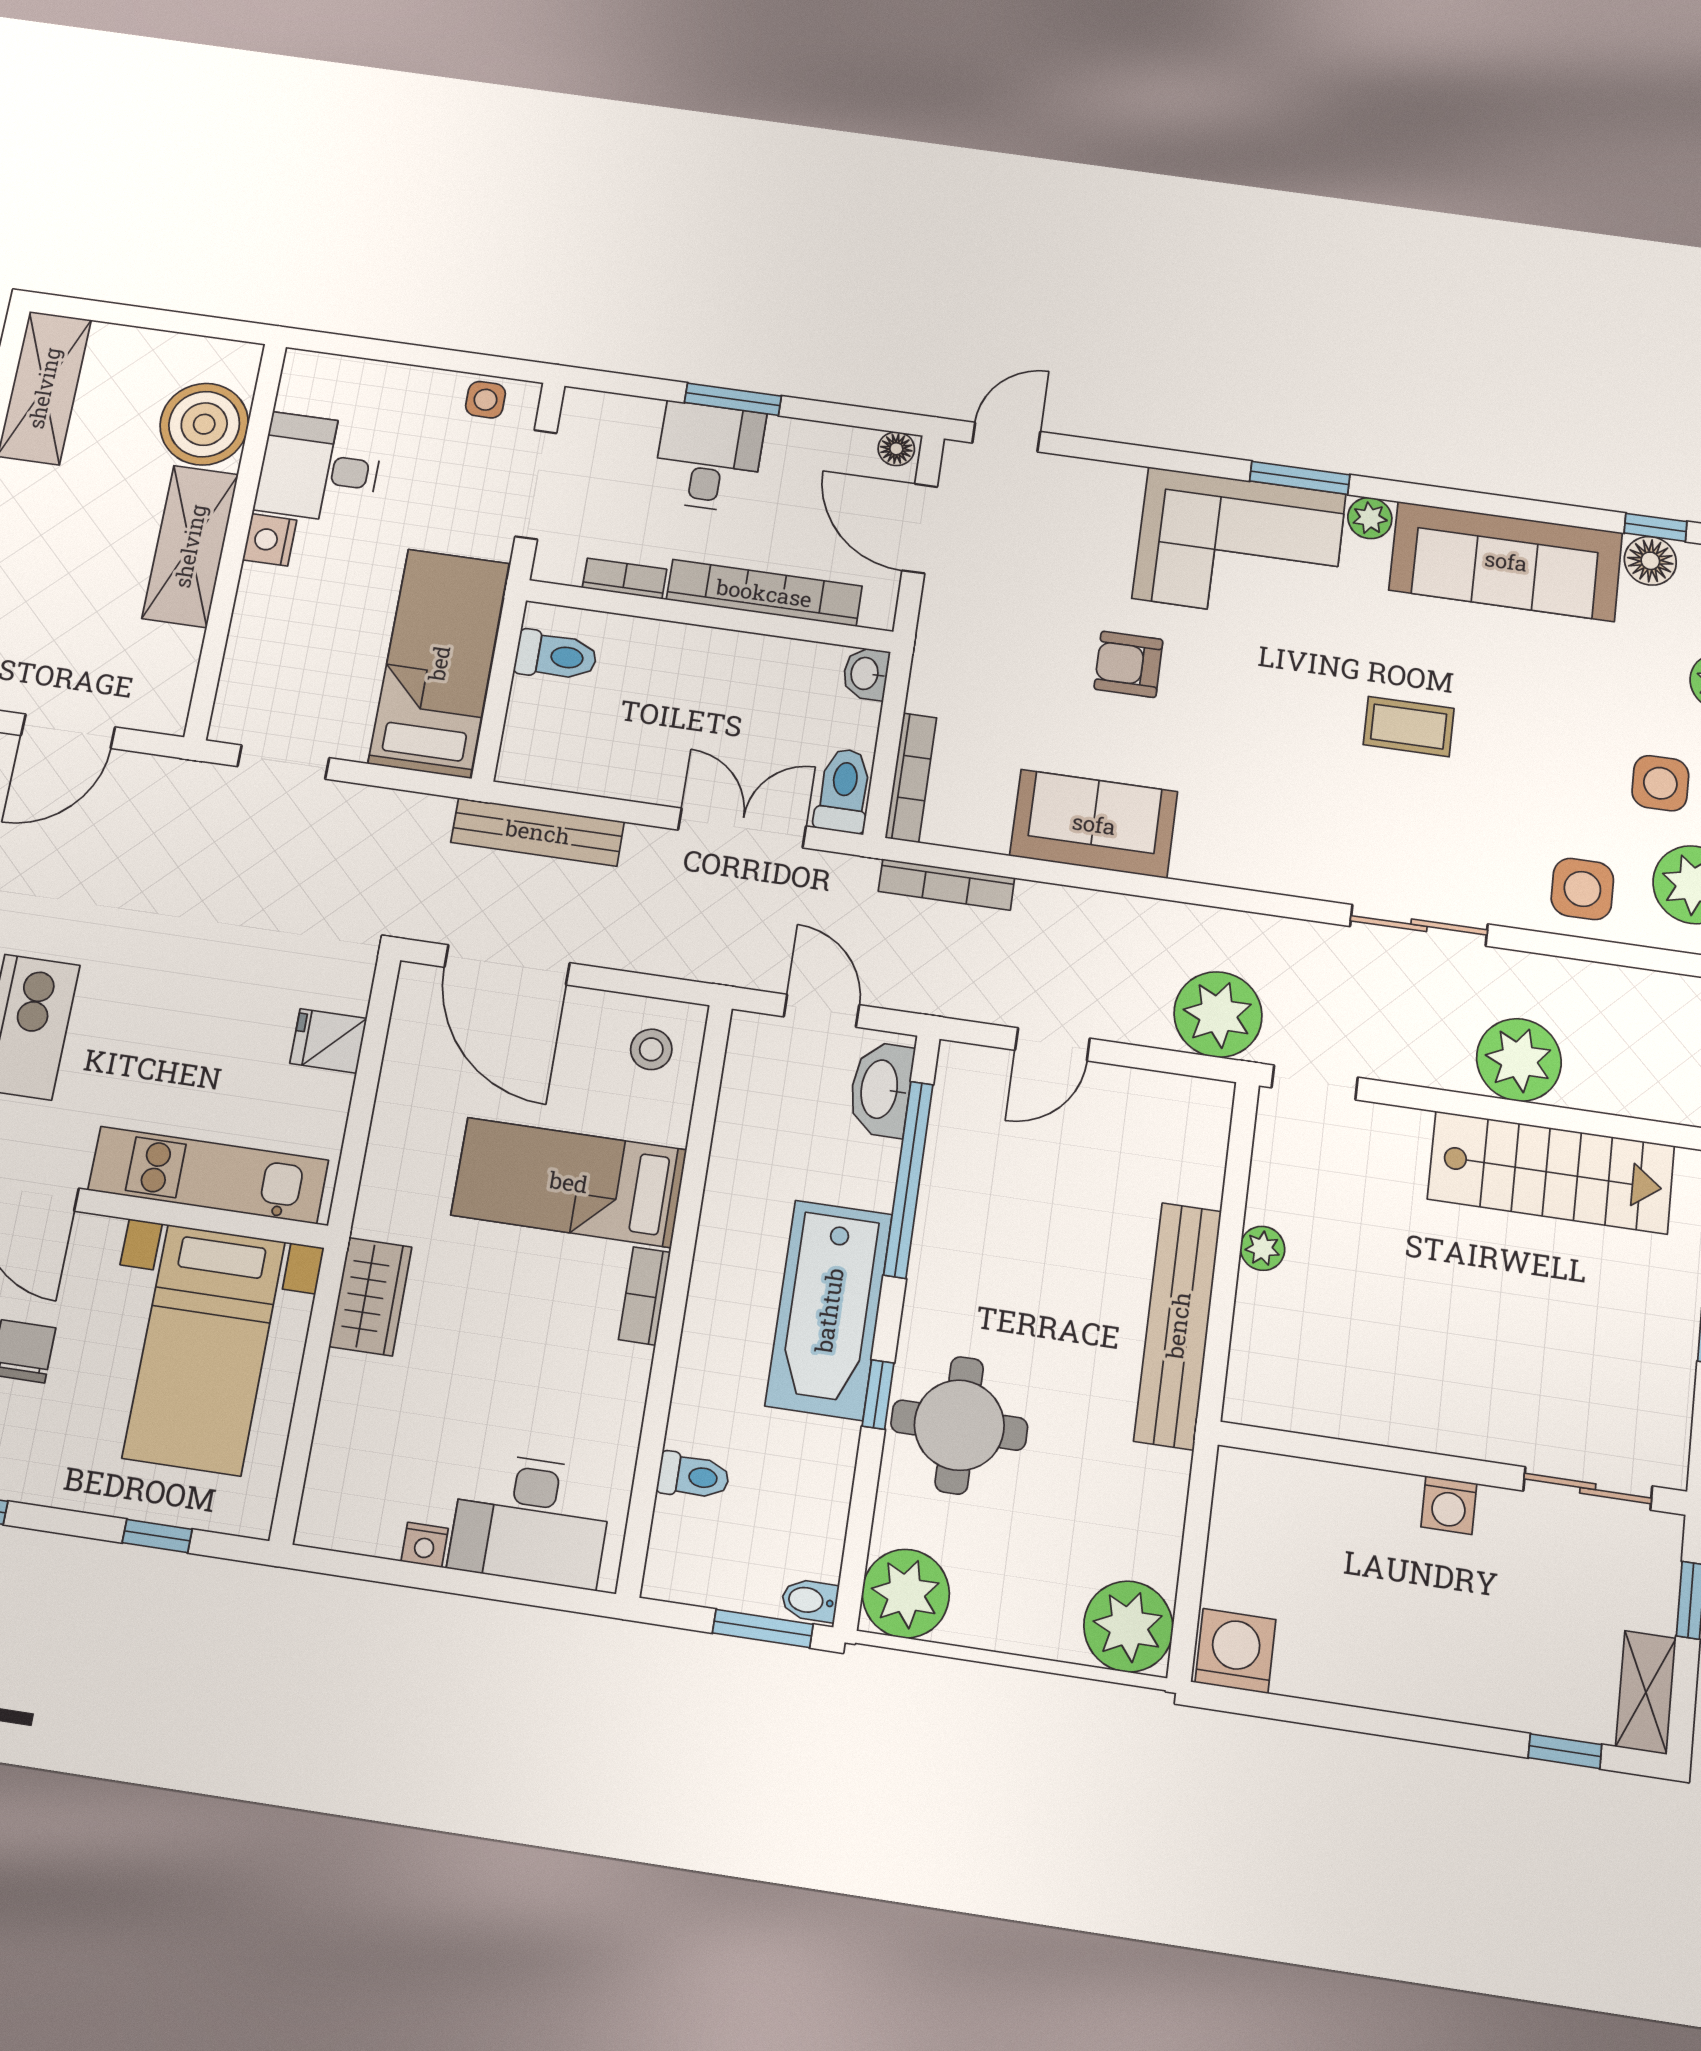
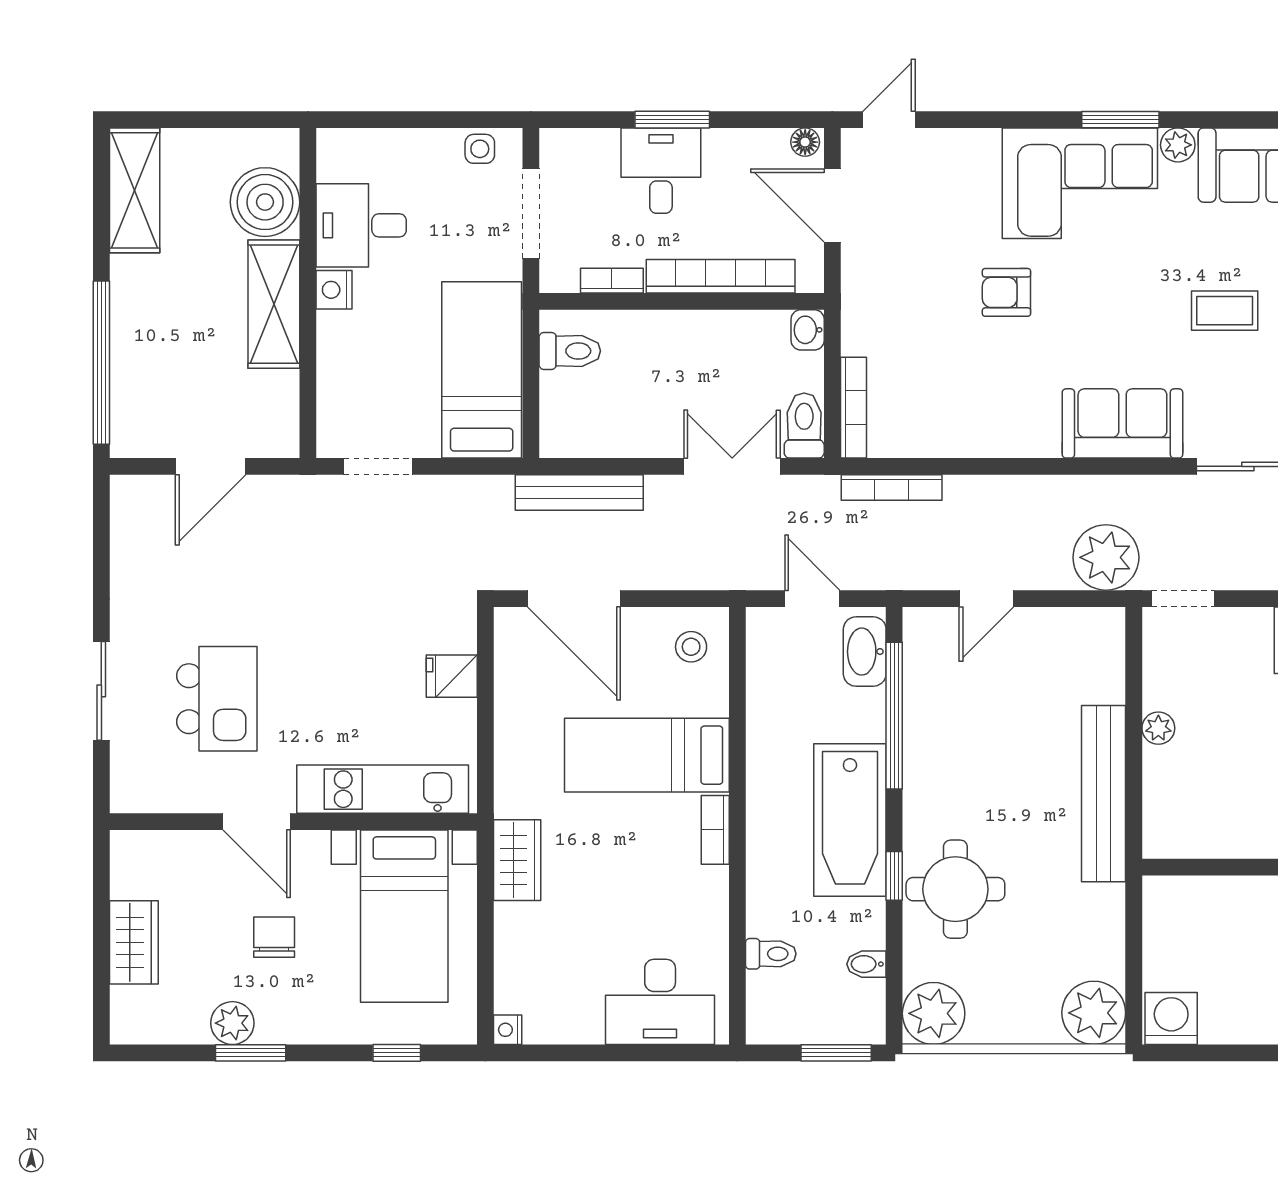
sofa: (1094, 824) -> (1122, 423), moved
nightstand: (425, 1545) -> (508, 1030), moved, turned 90
bidet: (810, 1600) -> (866, 964), moved

